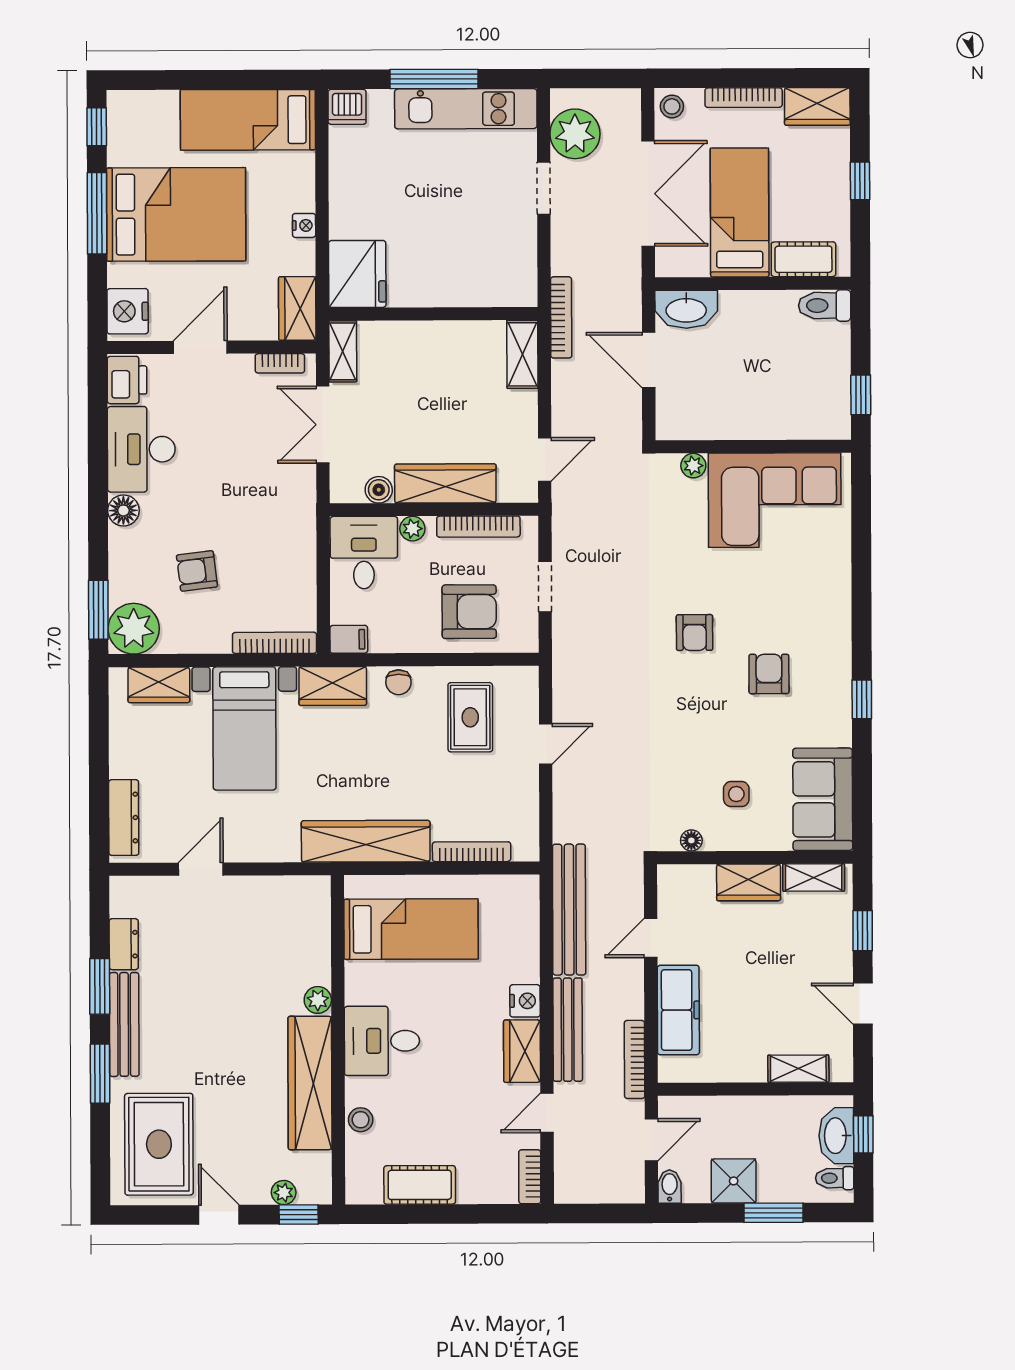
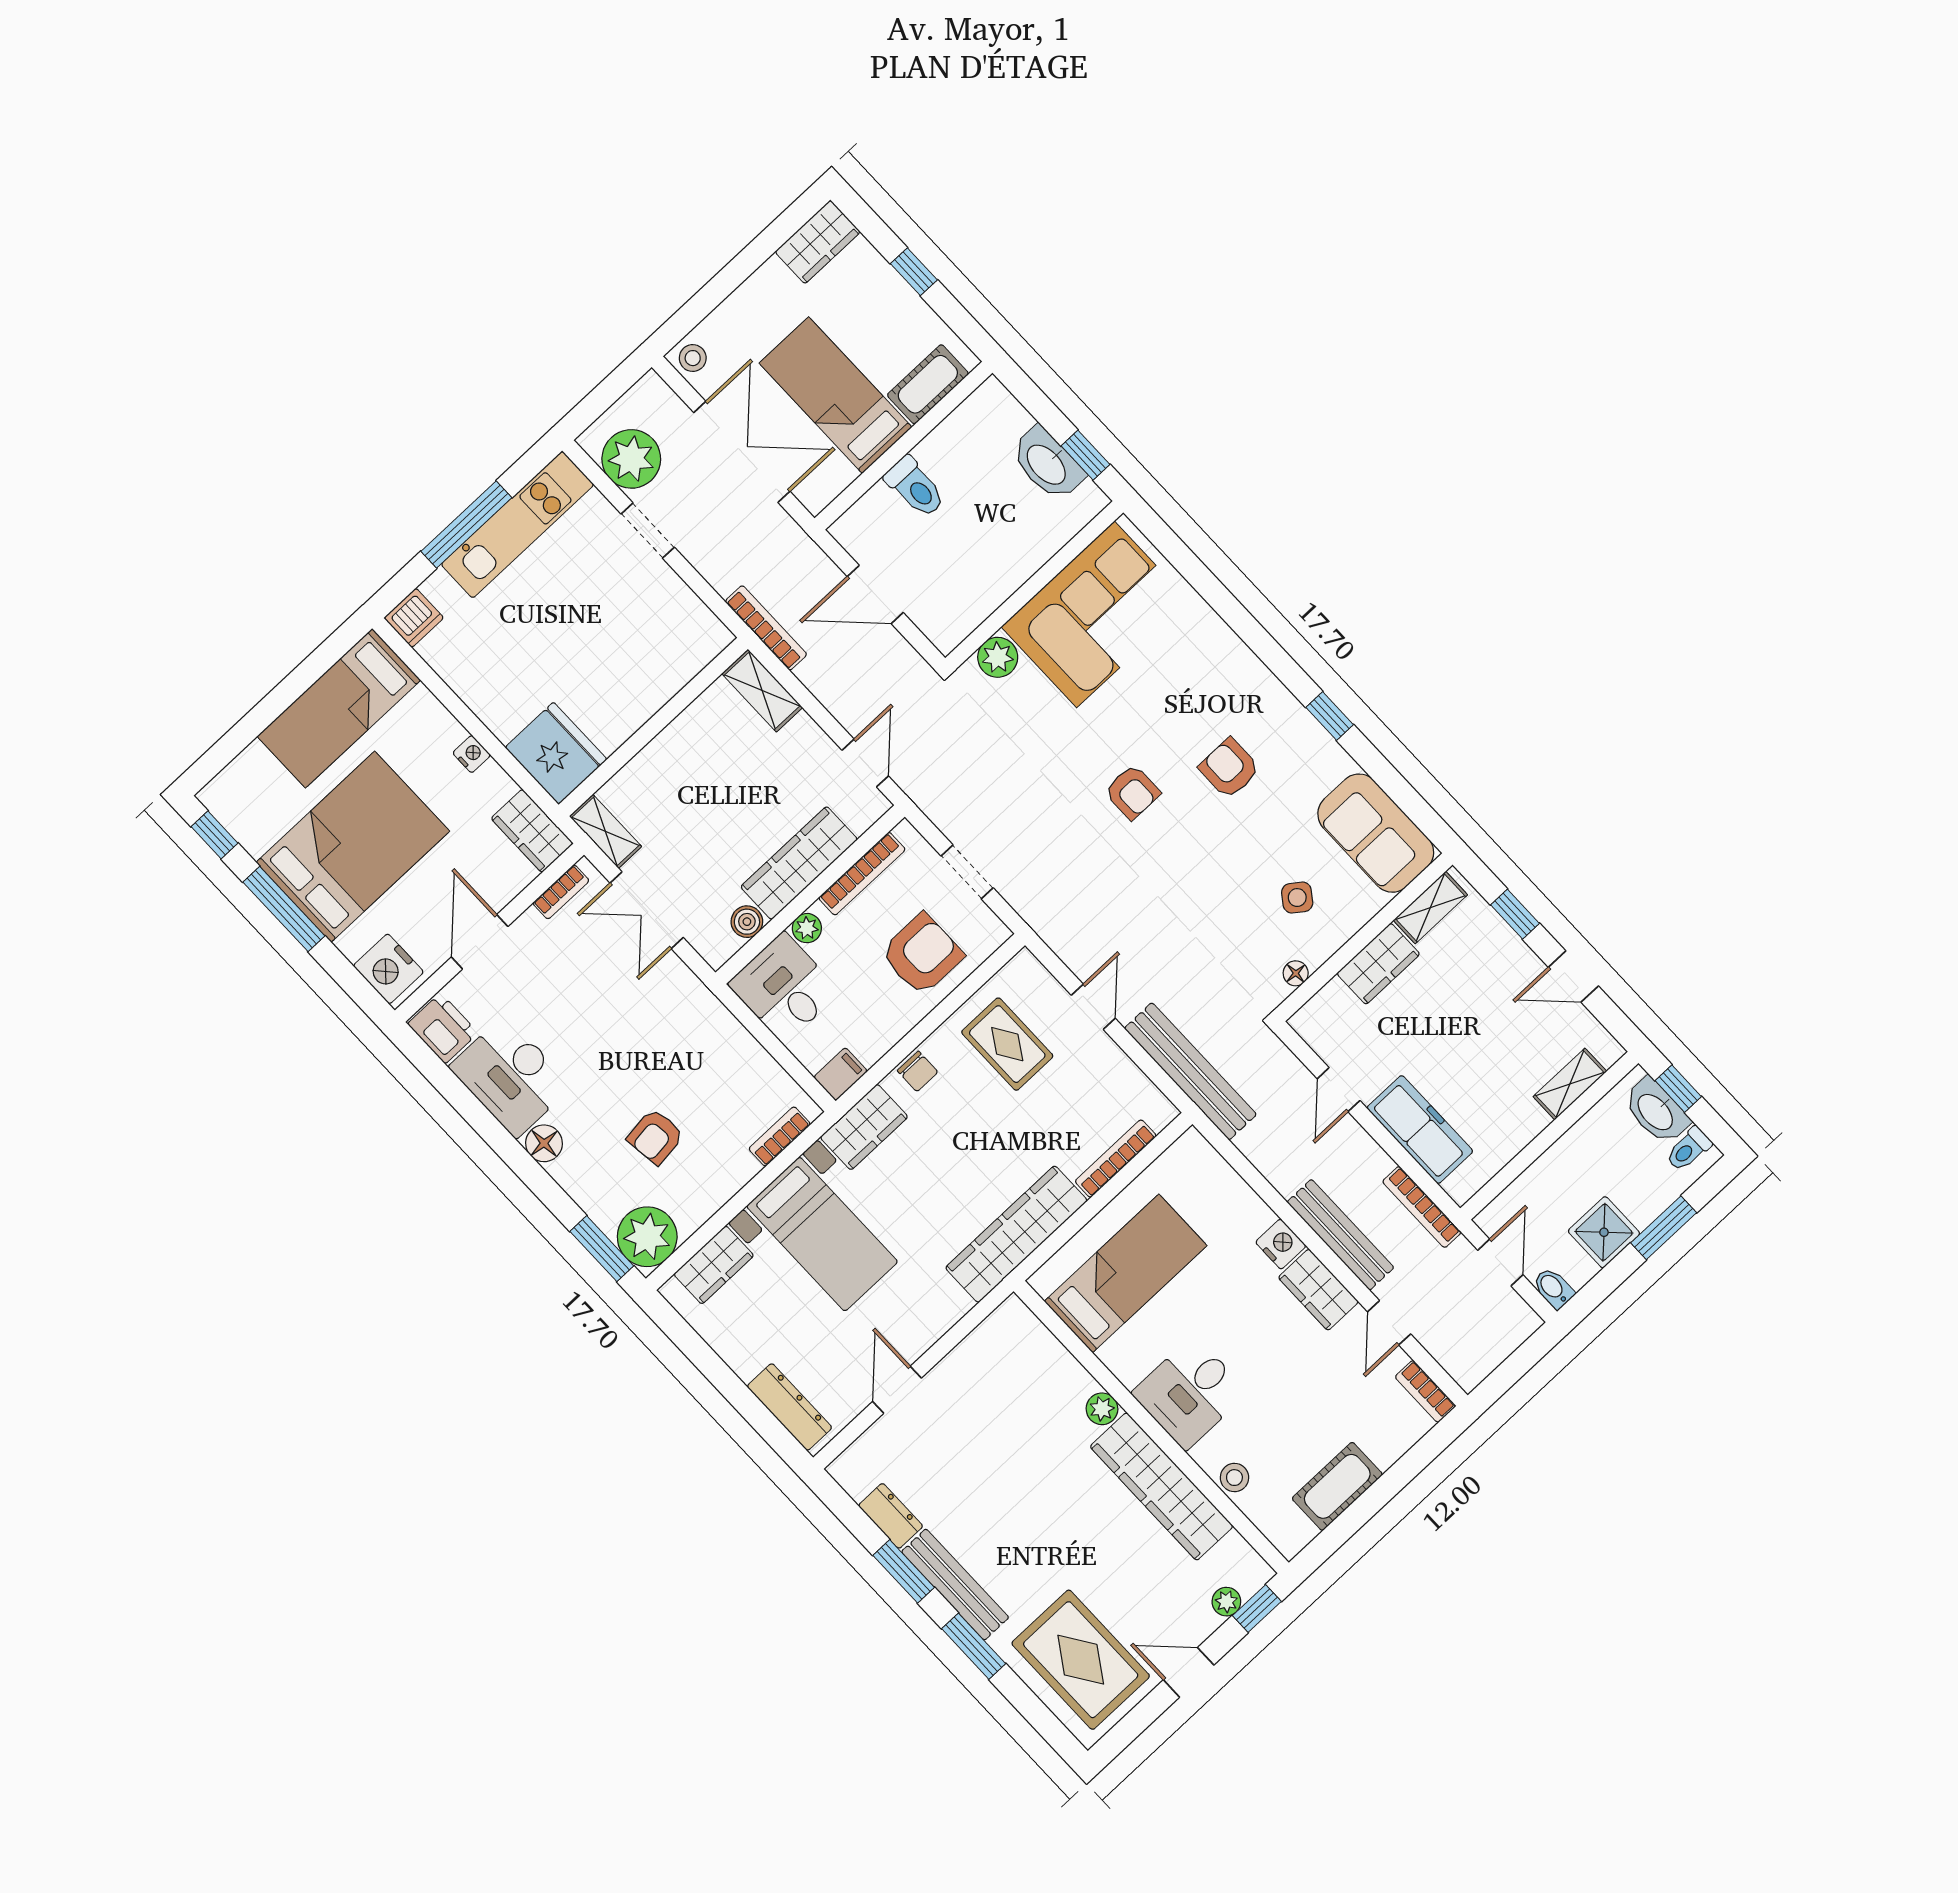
bookcase: (744, 98) -> (747, 293), removed
toilet: (825, 306) -> (915, 487), moved, turned -90
washbasin: (686, 309) -> (1047, 464), moved, turned 90
plant: (693, 466) -> (998, 657), width x1.38, depth x1.38
bookcase: (275, 643) -> (780, 1136), width x0.64
side table: (736, 794) -> (1297, 898), turned 36
bench: (569, 910) -> (1190, 1071), moved

